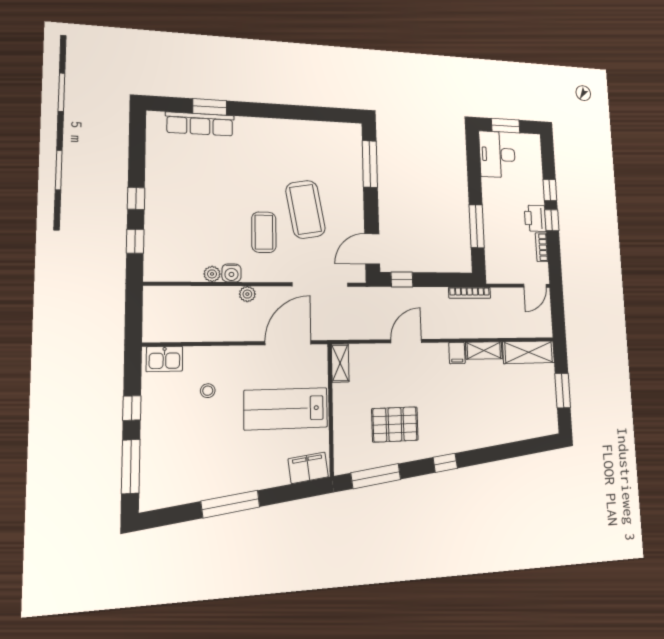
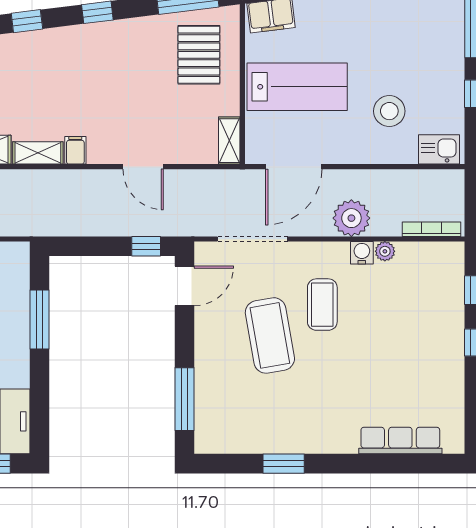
window: (210, 107) -> (284, 464), moved
bookcase: (470, 293) -> (432, 229), moved
plant: (247, 294) -> (351, 218), width x1.87, depth x1.87
door: (406, 341) -> (143, 167), hinge flipped
stool: (208, 391) -> (389, 111), width x1.89, depth x1.89
pallet: (395, 424) -> (199, 55), moved, turned 90
window: (497, 453) -> (27, 21), added

